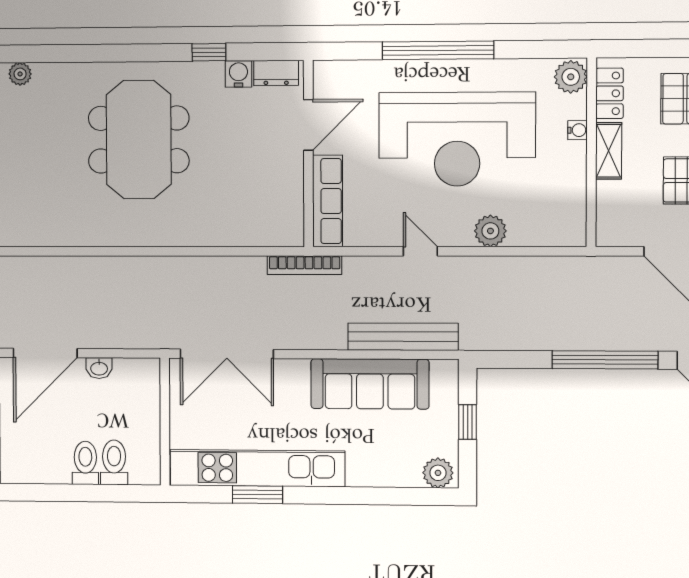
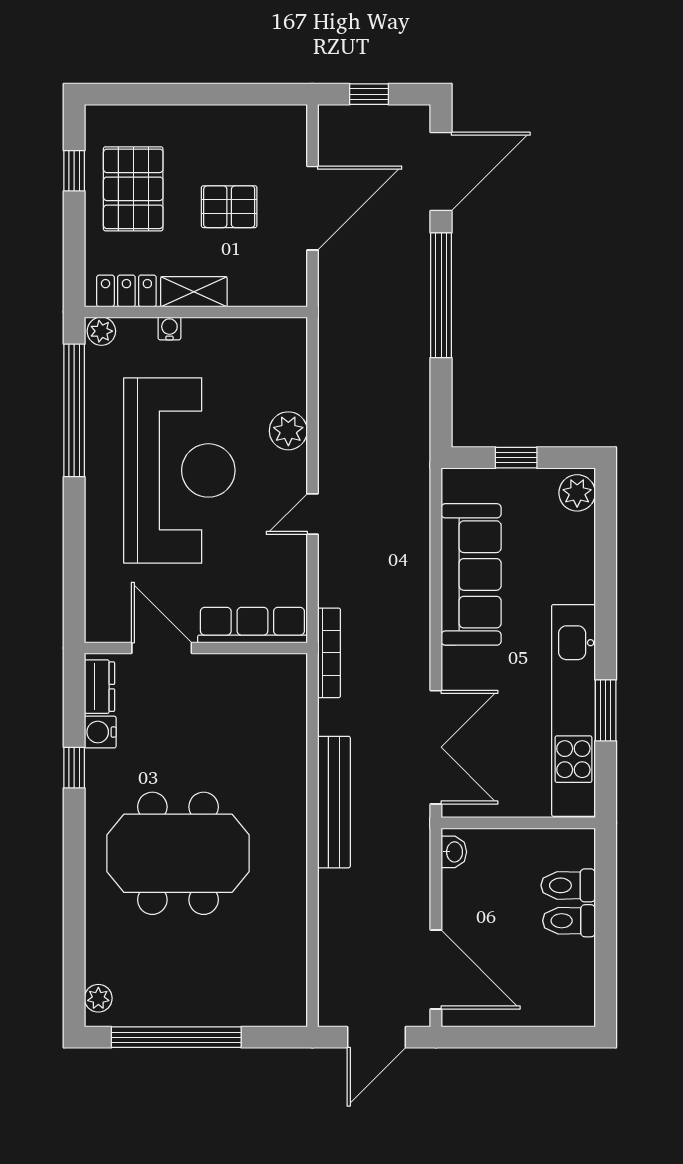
window: (438, 50) -> (74, 410), moved
plant: (571, 77) -> (101, 331), width x0.73, depth x0.73
bench: (403, 337) -> (334, 802), moved
washbasin: (99, 368) -> (454, 852), moved

